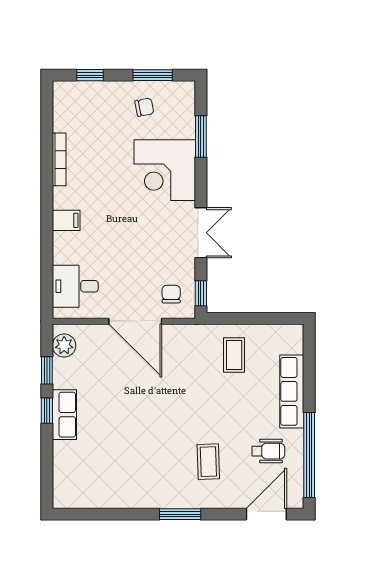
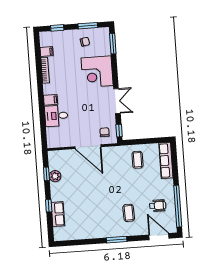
filing cabinet: (65, 122) -> (47, 52), added
window: (201, 137) -> (113, 44), moved
desk: (75, 286) -> (56, 116), moved
plant: (64, 345) -> (55, 176), moved
row of seats: (292, 391) -> (166, 160), moved
window: (47, 411) -> (49, 206), moved
row of seats: (64, 415) -> (58, 214), moved
door: (266, 514) -> (159, 237), hinge flipped

